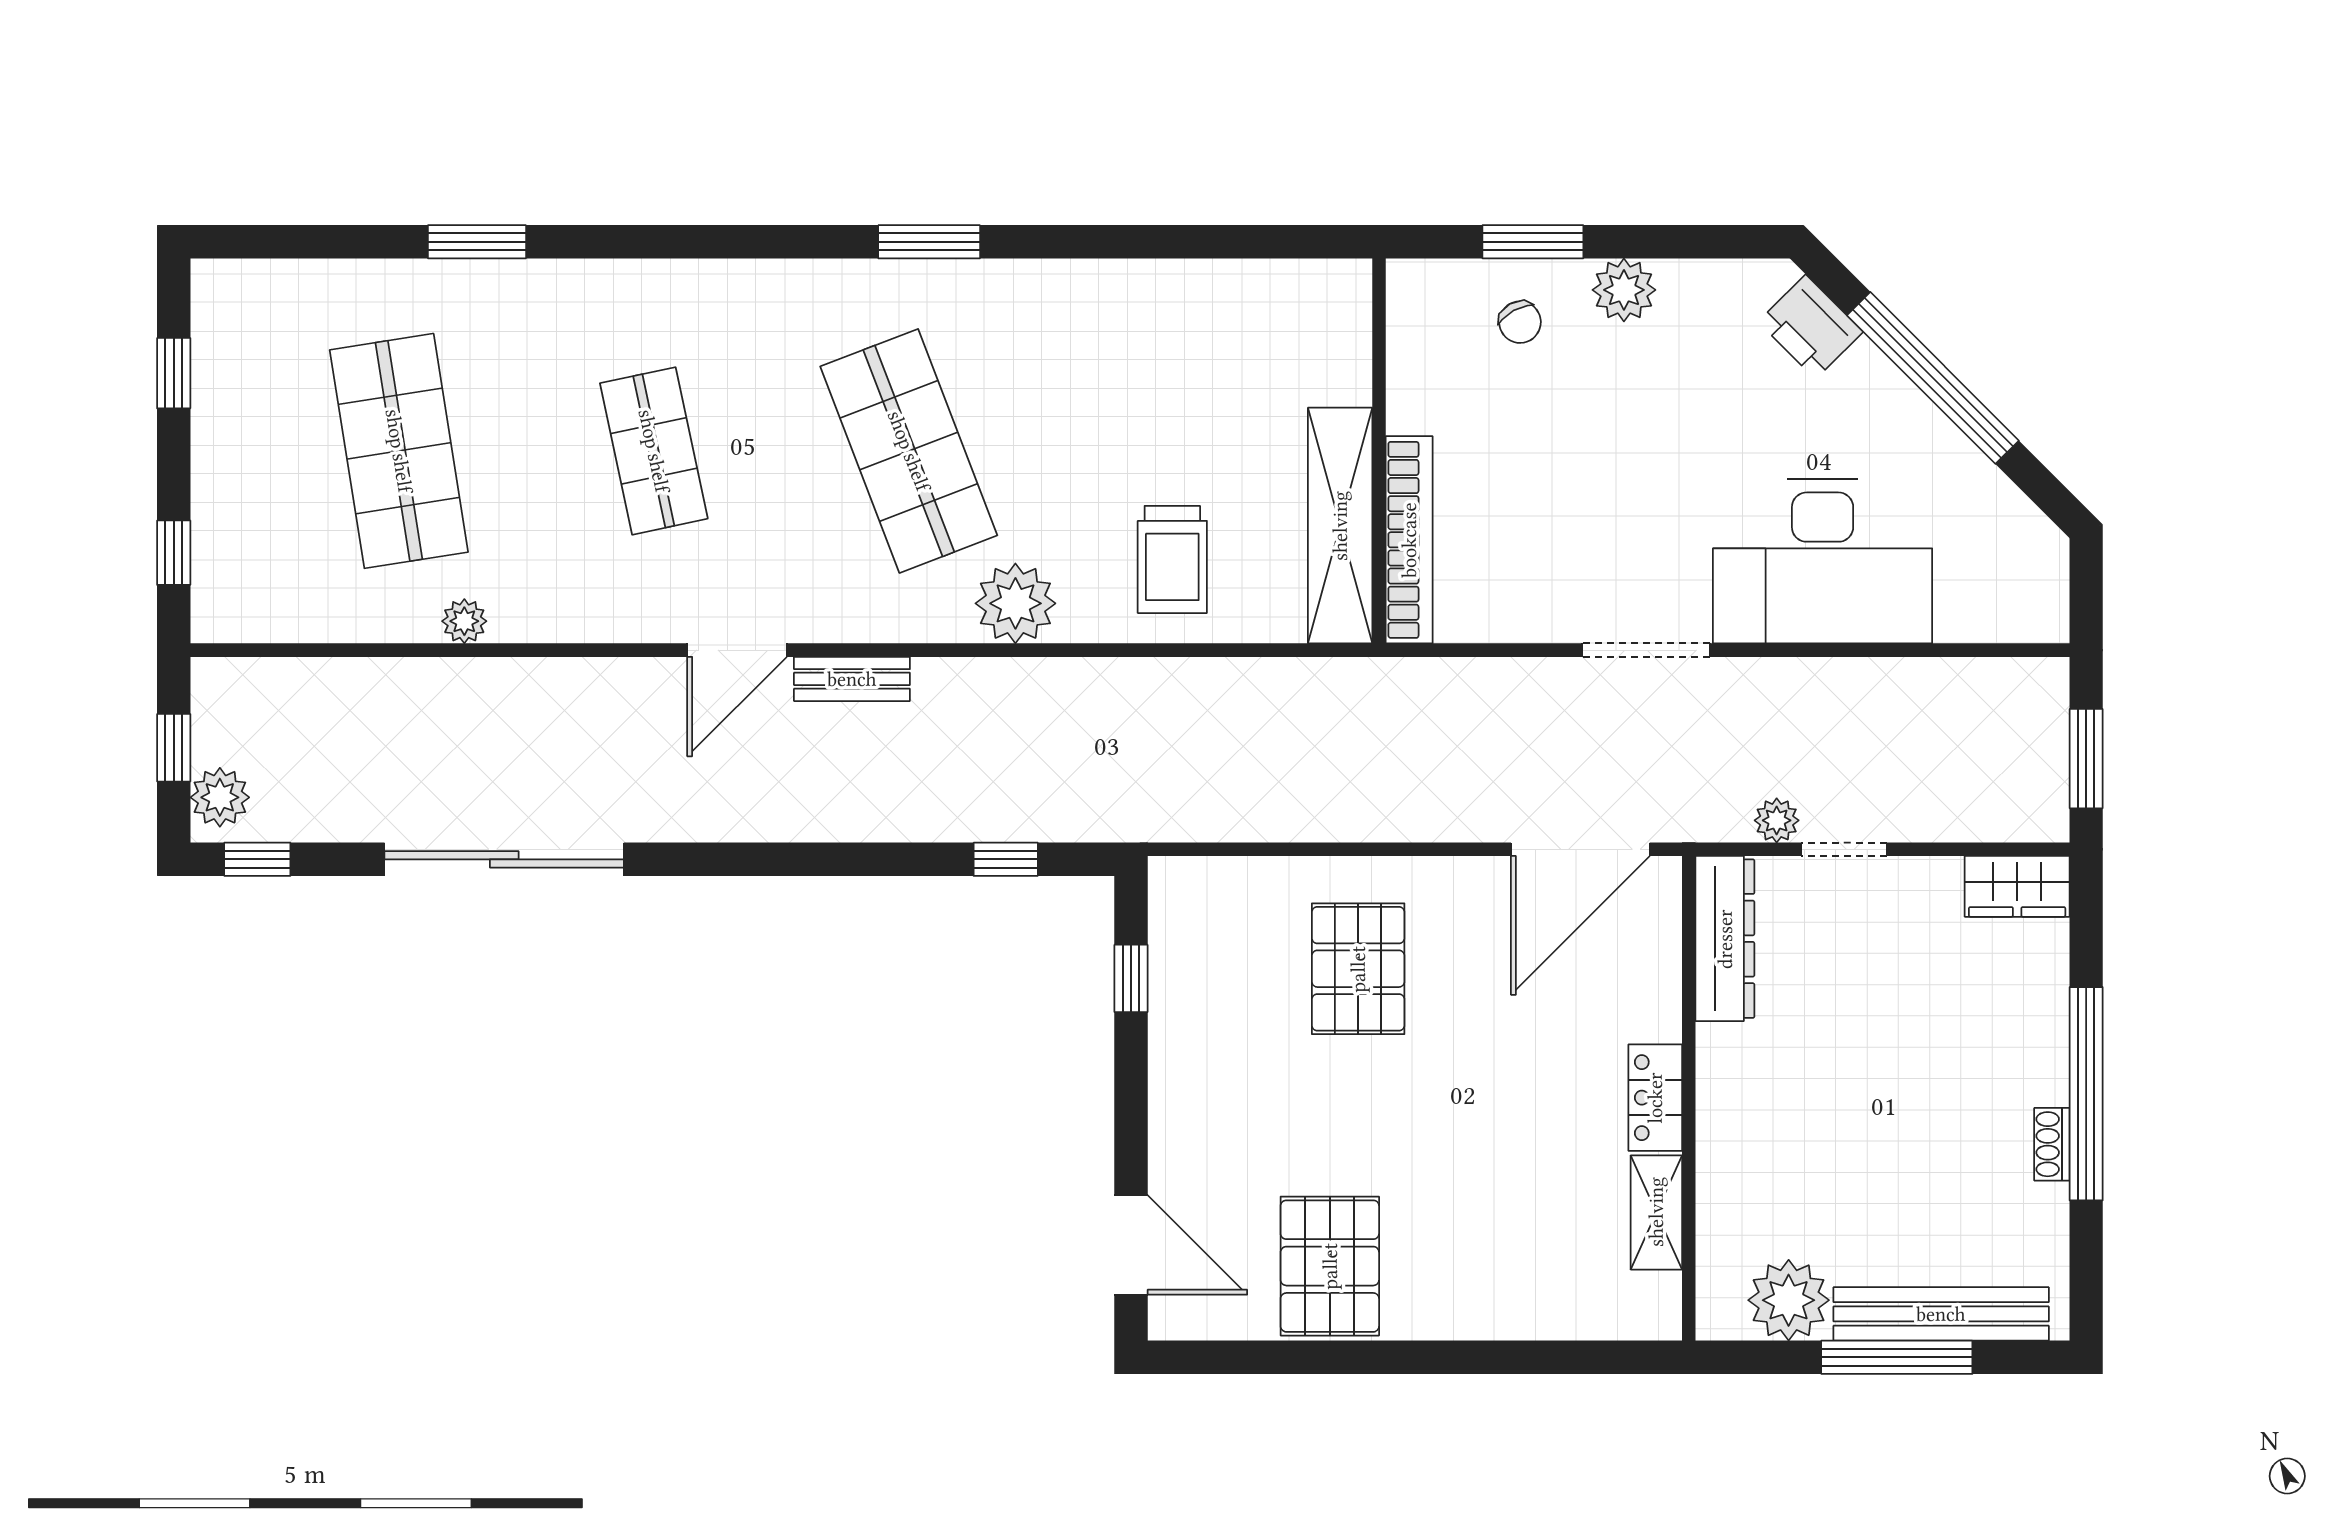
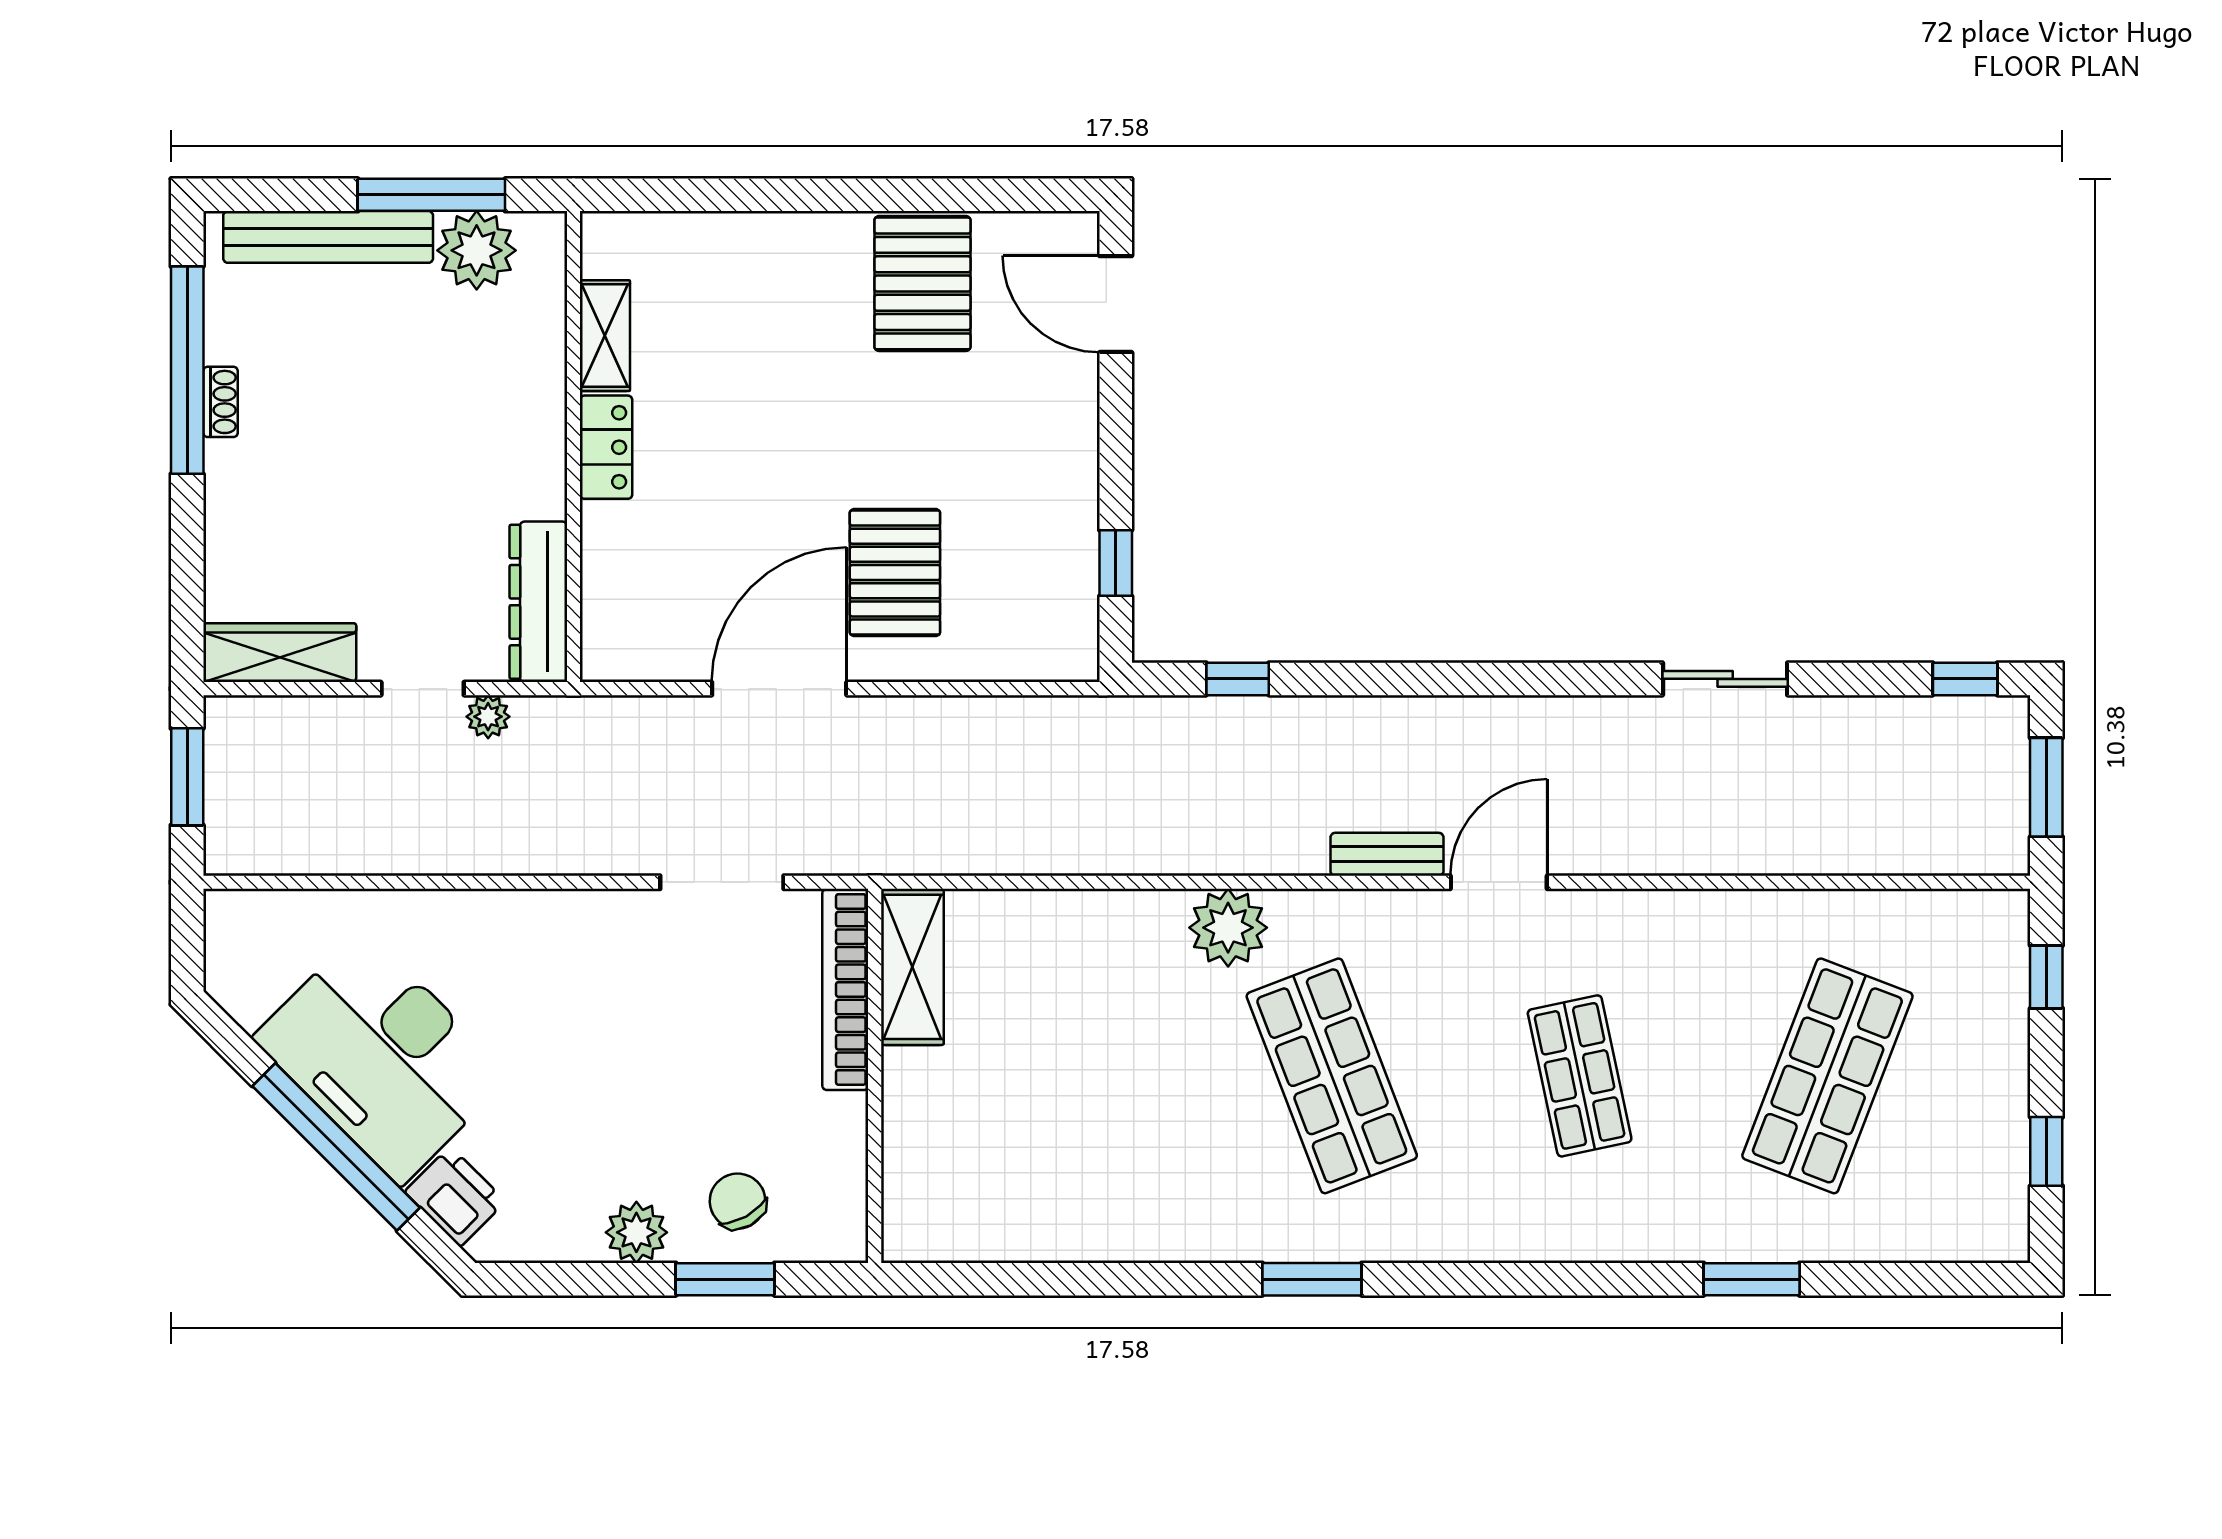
chair: (1520, 322) -> (738, 1201), width x1.37, depth x1.37
shop shelf: (399, 451) -> (1827, 1076), turned 30
shelving: (1340, 526) -> (912, 967), width x0.68
trolley: (1172, 559) -> (1076, 970), removed
desk: (1823, 561) -> (382, 1057), moved, turned -135
plant: (464, 621) -> (1764, 910), removed
doorway: (1646, 650) -> (722, 882), moved
window: (174, 748) -> (2046, 787), width x1.50
plant: (220, 797) -> (2001, 739), removed
door: (1580, 849) -> (779, 689), moved
sliding door: (504, 859) -> (1725, 679), width x0.54
wardrobe: (2017, 886) -> (280, 653), width x1.50
window: (2086, 1094) -> (187, 370), moved
window: (1897, 1357) -> (431, 195), moved

